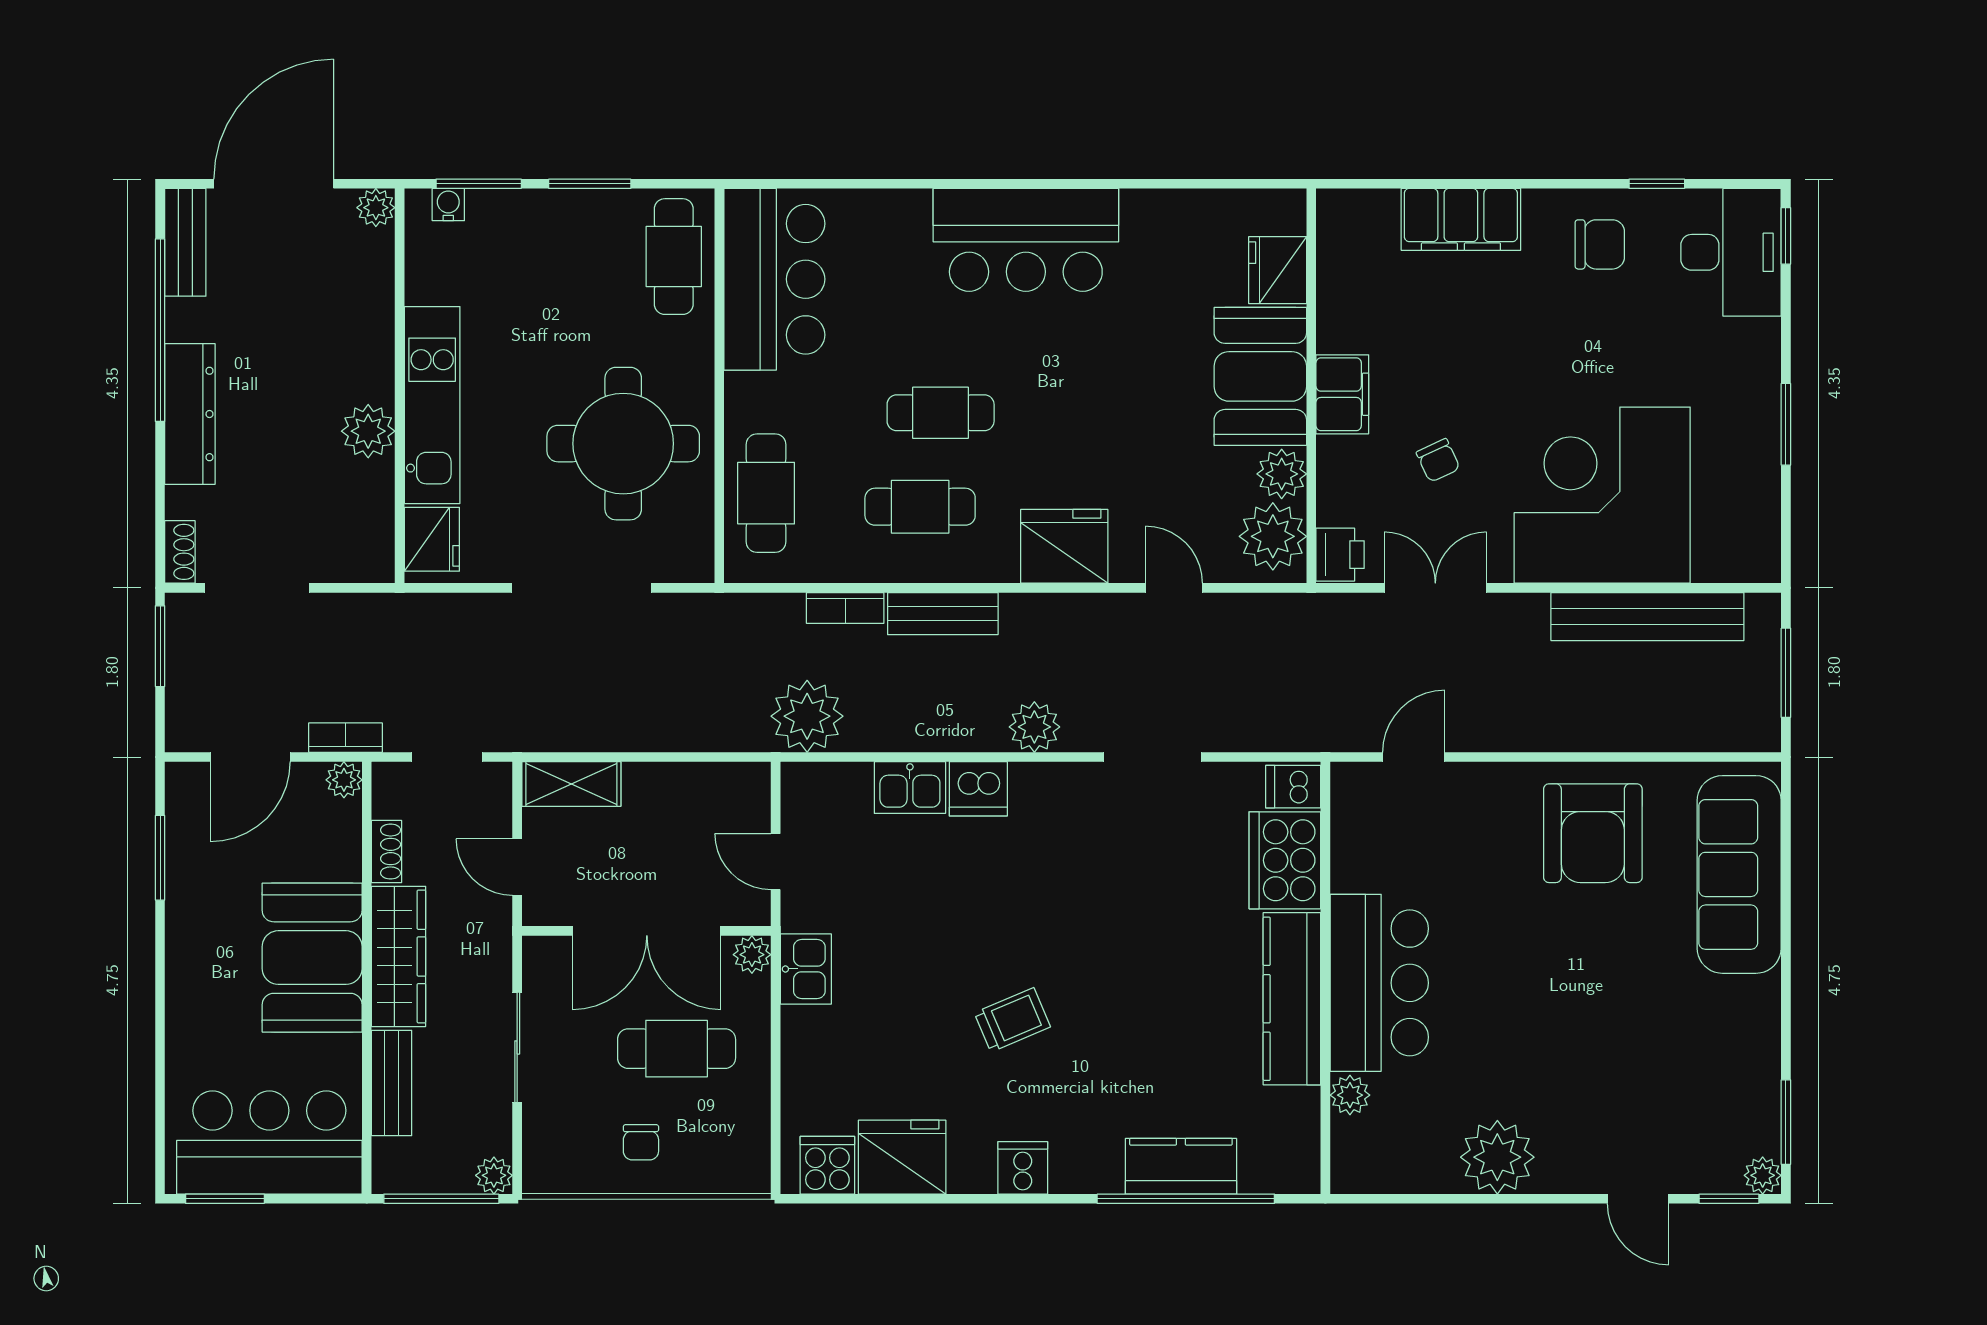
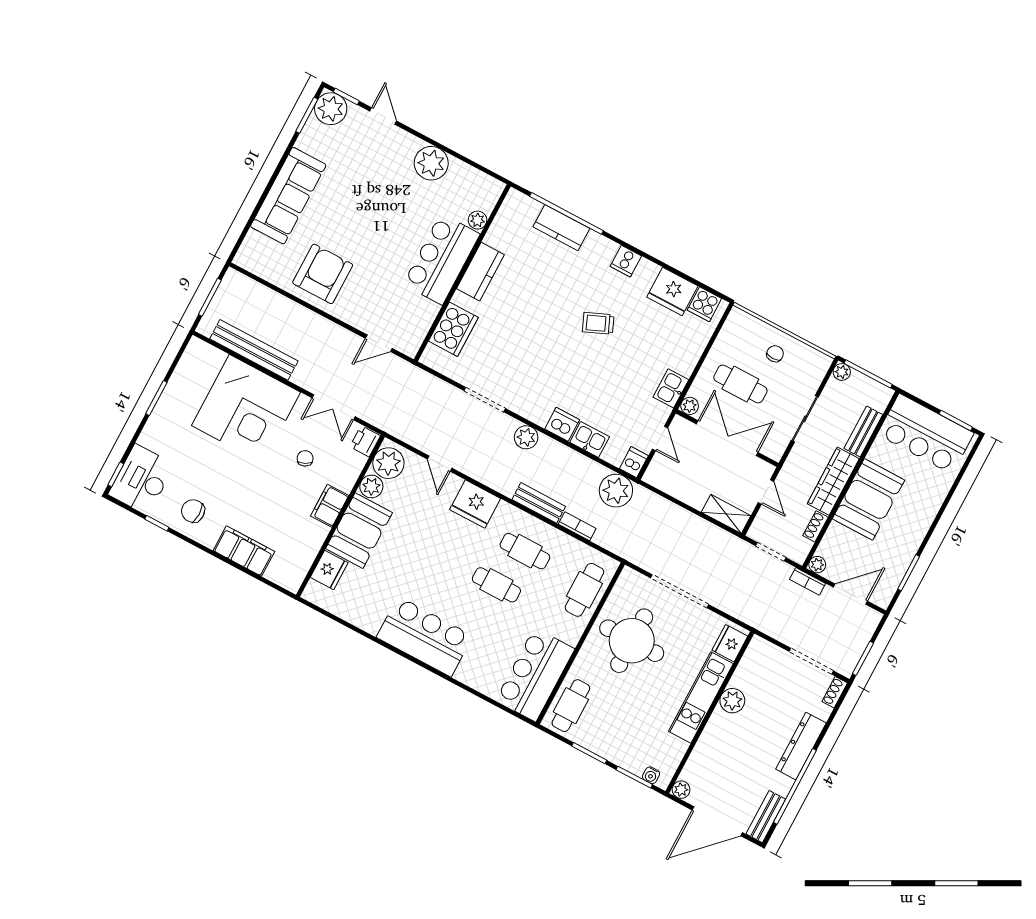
dishwasher: (1293, 787) -> (634, 462), moved, turned -90
sofa: (1739, 874) -> (288, 196), moved
kitchen counter: (1292, 999) -> (480, 272), width x0.67
plant: (1763, 1175) -> (331, 109), width x1.88, depth x1.88

